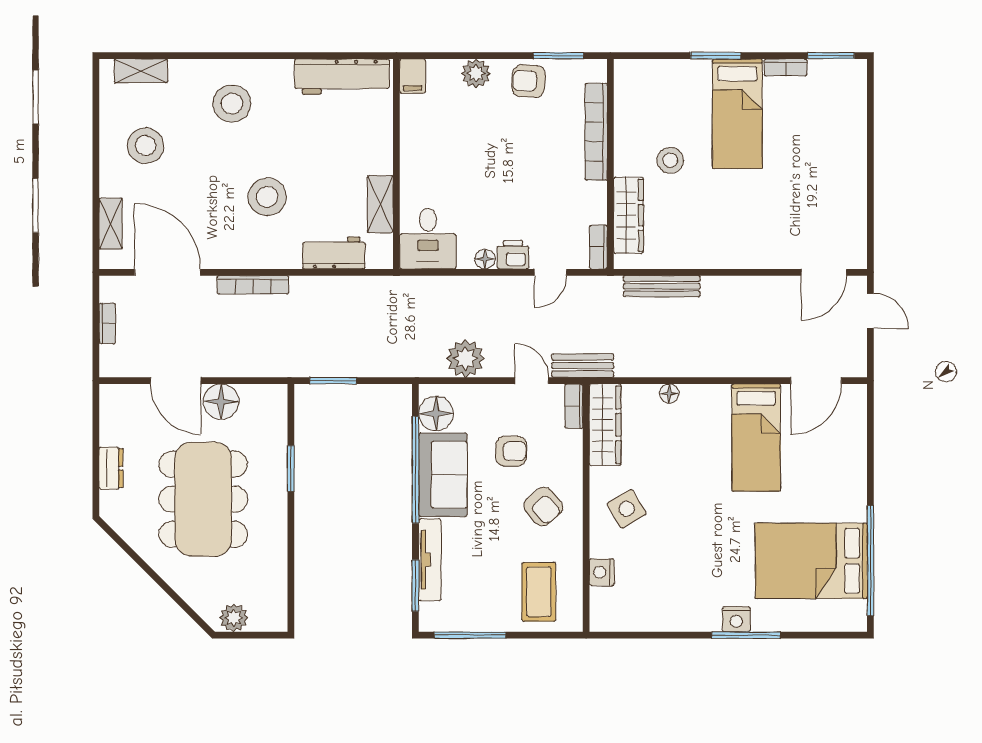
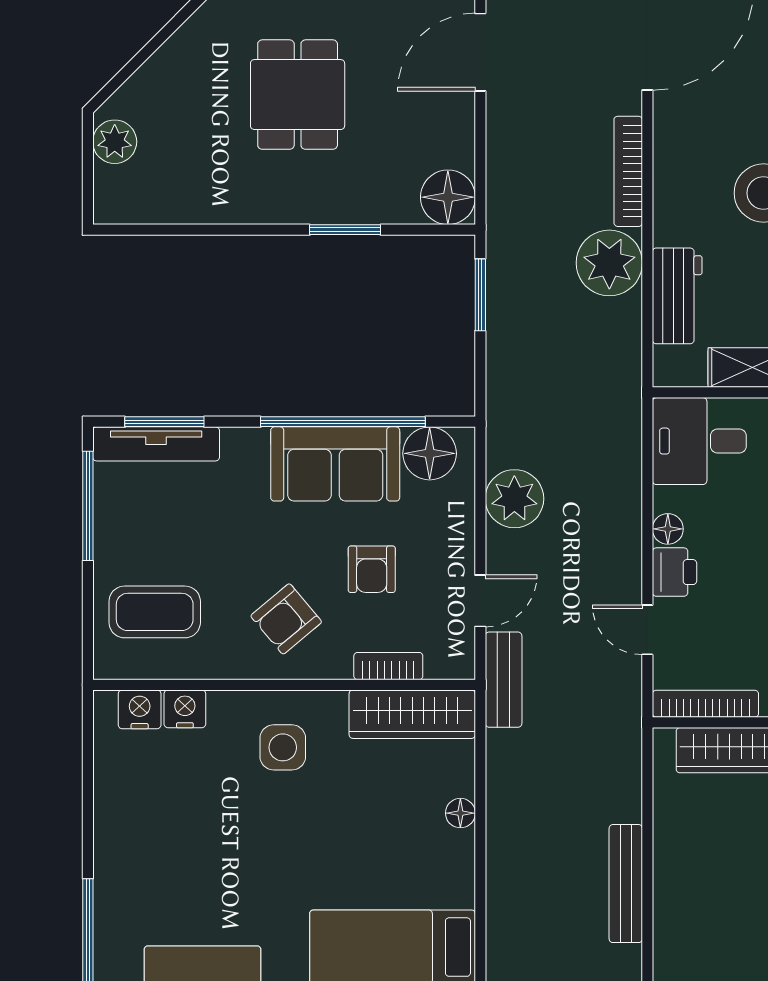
bookcase: (598, 247) -> (705, 704), width x1.56
bench: (662, 286) -> (626, 884), moved
plant: (312, 297) -> (609, 263), added
floor lamp: (221, 402) -> (448, 197), moved
bookcase: (574, 406) -> (388, 666), moved
dining table: (203, 499) -> (298, 95), width x0.53, depth x0.80
side table: (627, 509) -> (283, 747), turned 31
tv unit: (430, 560) -> (156, 444), moved
nightstand: (736, 619) -> (140, 709), moved, turned 90

